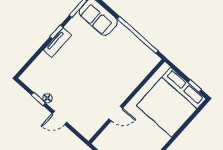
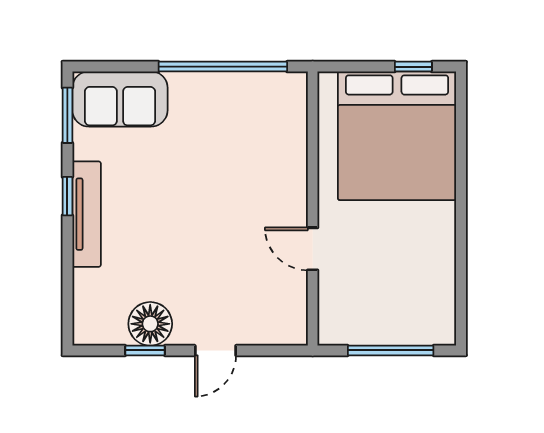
tv unit: (57, 43) -> (87, 214), width x1.41
floor lamp: (47, 98) -> (150, 324), width x1.89, depth x1.89
door: (116, 113) -> (313, 249), swing flipped

